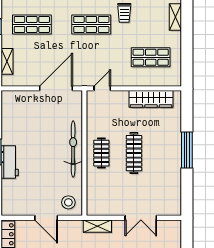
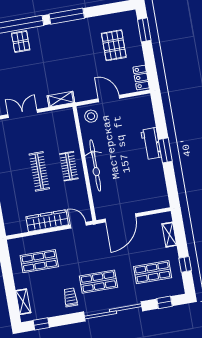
door: (102, 88) -> (78, 225), swing flipped
wardrobe: (151, 99) -> (47, 221), moved

